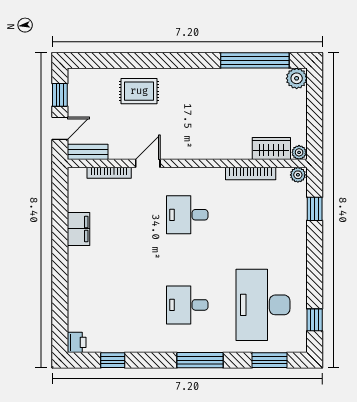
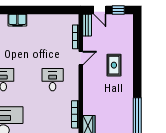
rug: (139, 91) -> (114, 65), moved
door: (148, 163) -> (81, 58), hinge flipped
filing cabinet: (78, 229) -> (17, 20), moved

